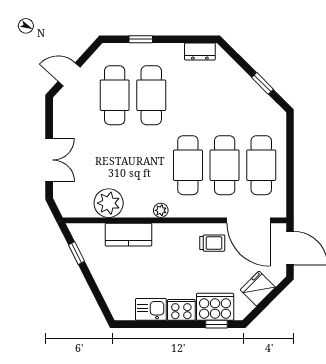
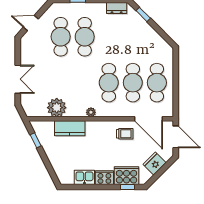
window: (263, 83) -> (143, 14), moved

